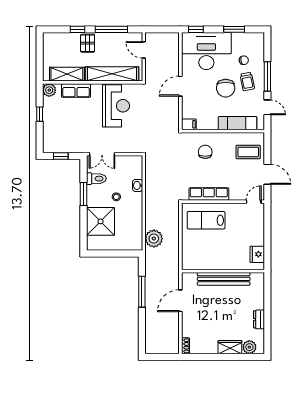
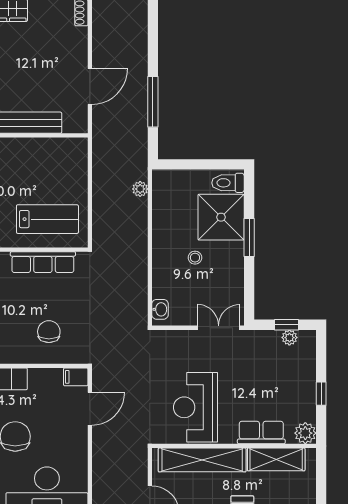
door: (180, 86) -> (90, 409), moved
plant: (59, 148) -> (289, 338), added
chair: (205, 152) -> (49, 332), turned 180
toilet: (96, 179) -> (228, 183), moved
washbasin: (138, 185) -> (160, 309), moved
window: (83, 194) -> (249, 238), moved
plant: (154, 239) -> (140, 189), width x0.53, depth x0.53

